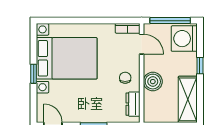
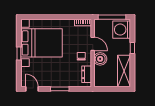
door: (142, 44) -> (93, 44), moved

